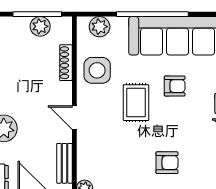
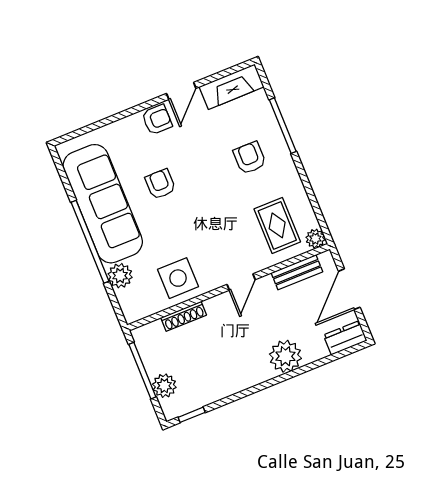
plant: (40, 26) -> (164, 386), moved
plant: (100, 27) -> (120, 276), moved
rug: (136, 103) -> (277, 225), moved, turned 90

